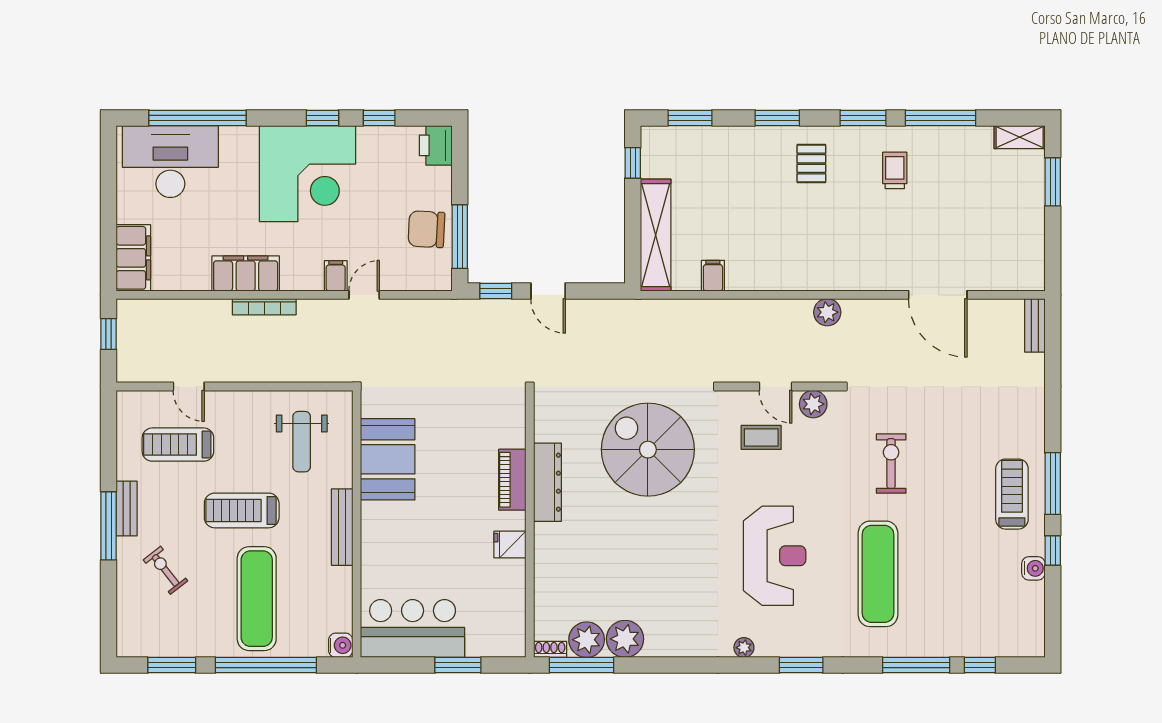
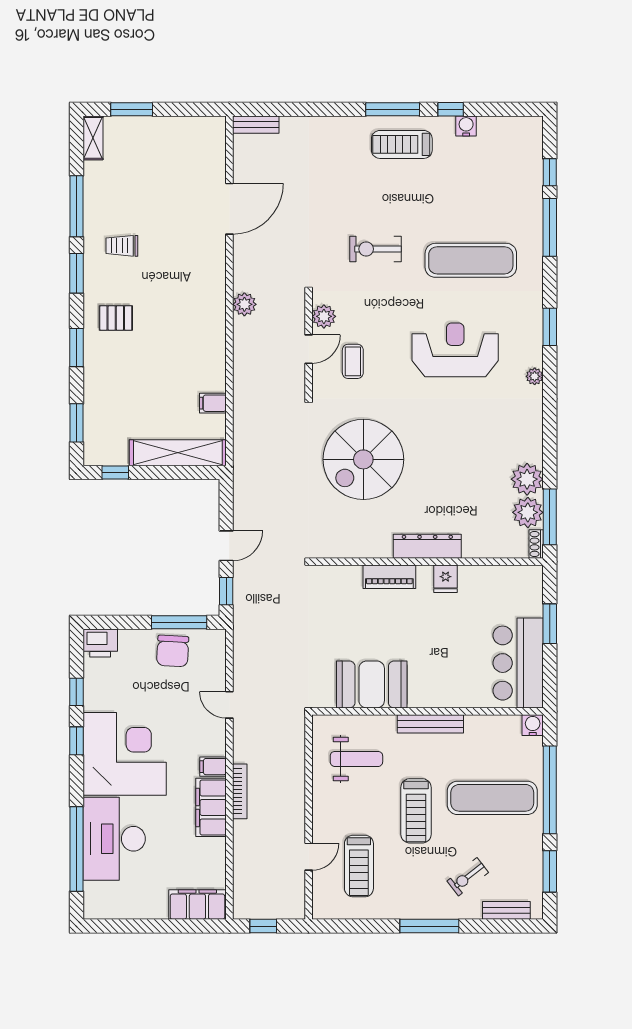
desk: (170, 162) -> (114, 839), moved
filing cabinet: (336, 276) -> (213, 767), moved
dresser: (547, 482) -> (427, 546), moved
bench: (127, 509) -> (506, 910), moved

